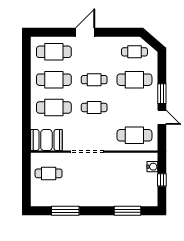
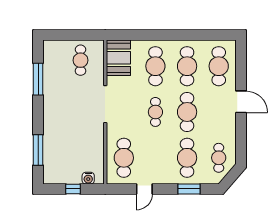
cafe table: (94, 80) -> (187, 112), width x1.37, depth x1.35
window: (162, 94) -> (189, 189), moved

